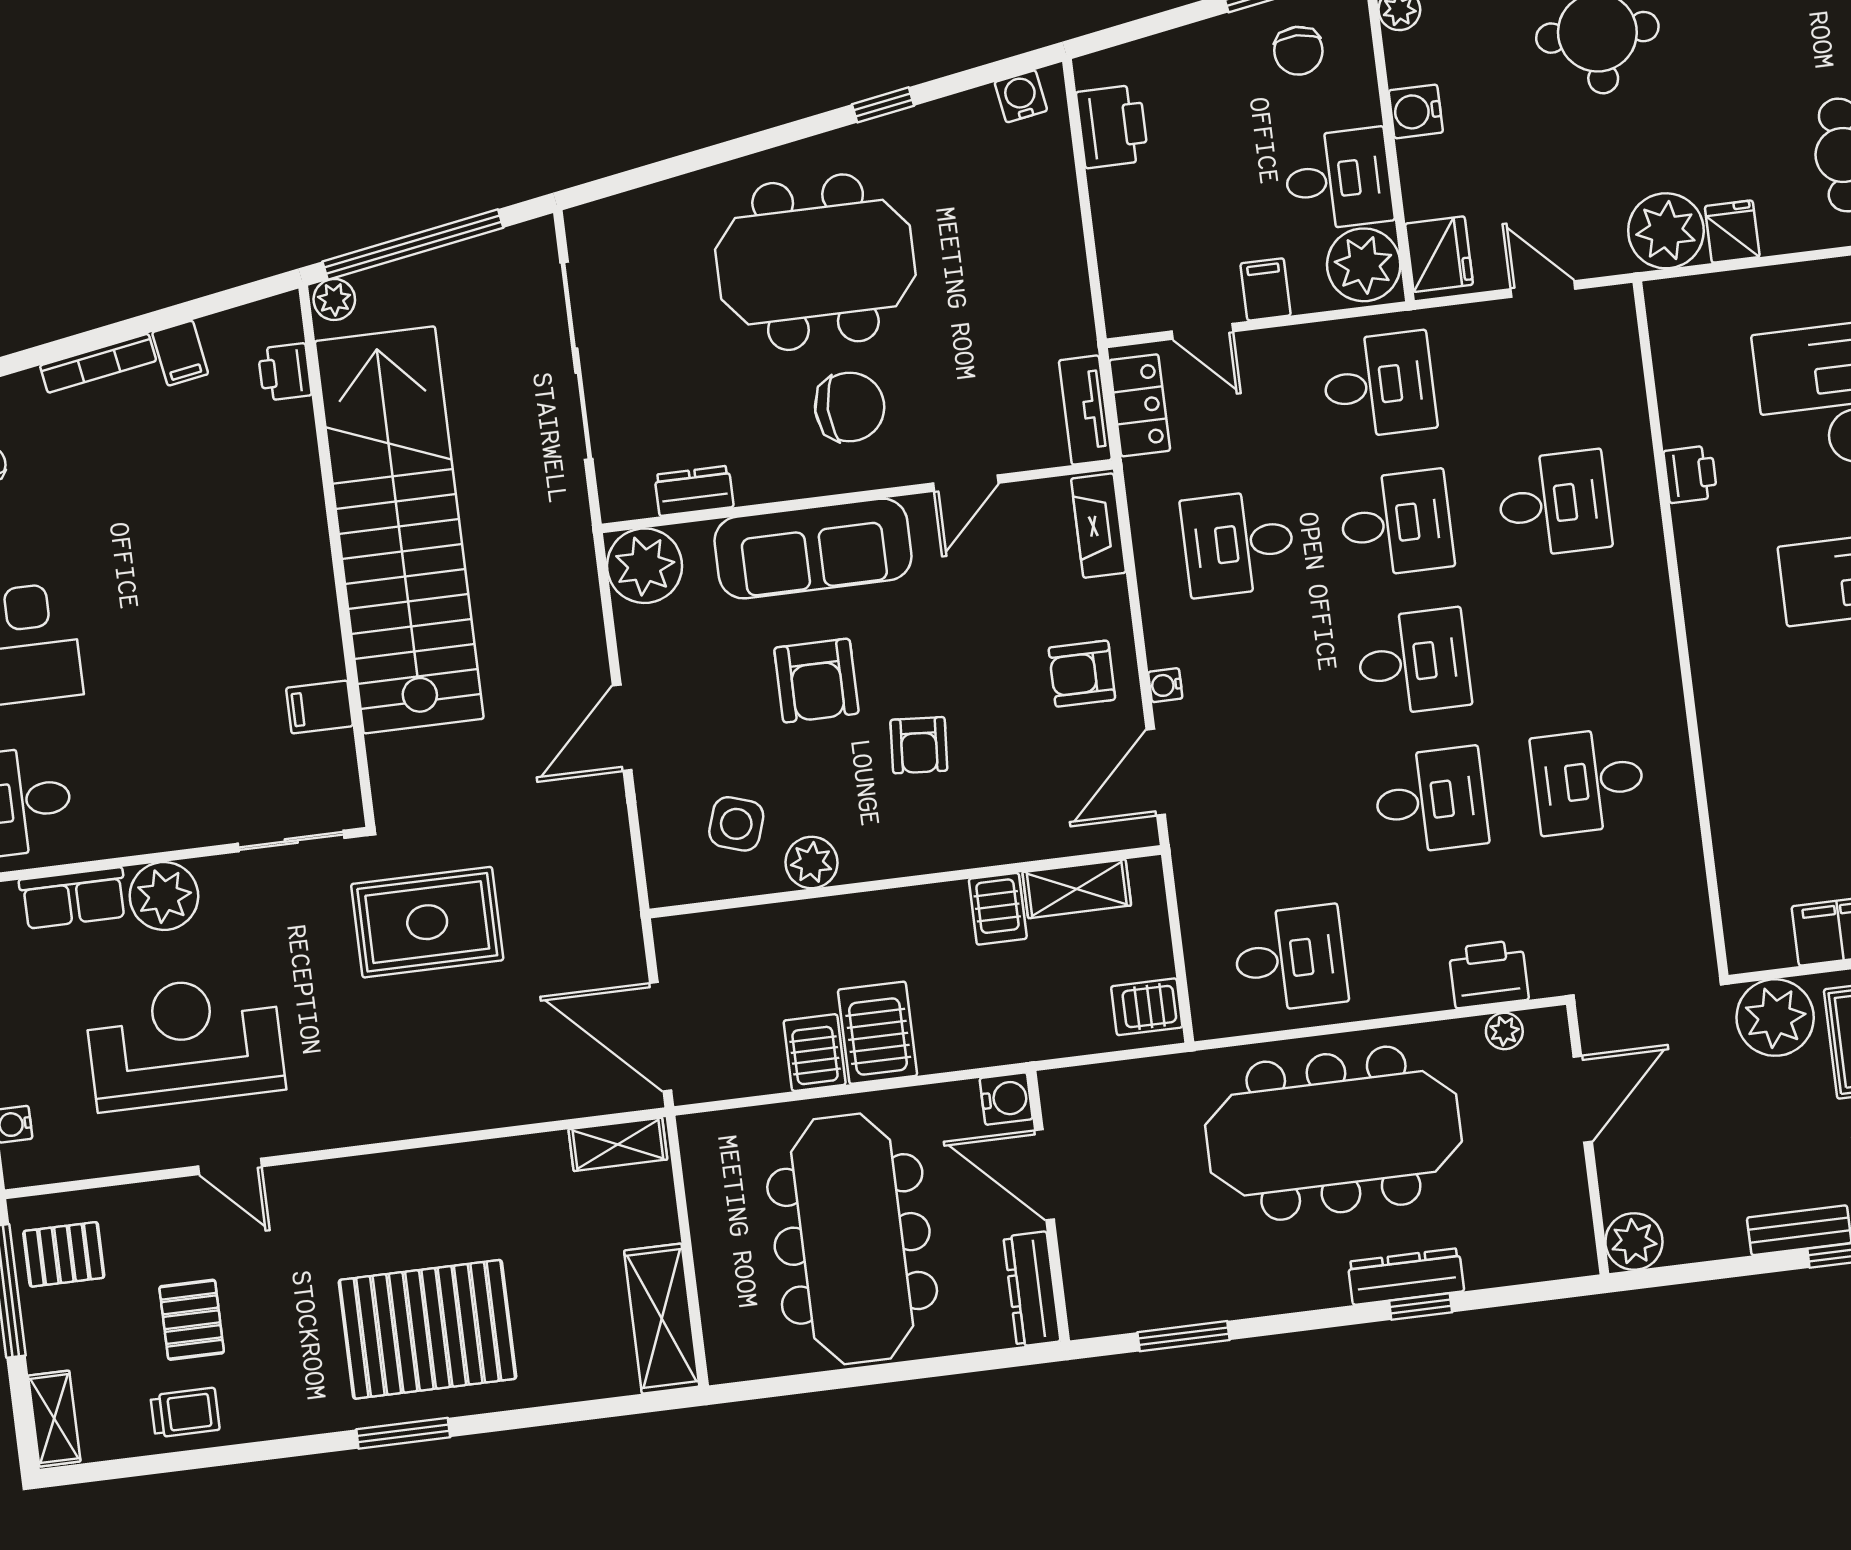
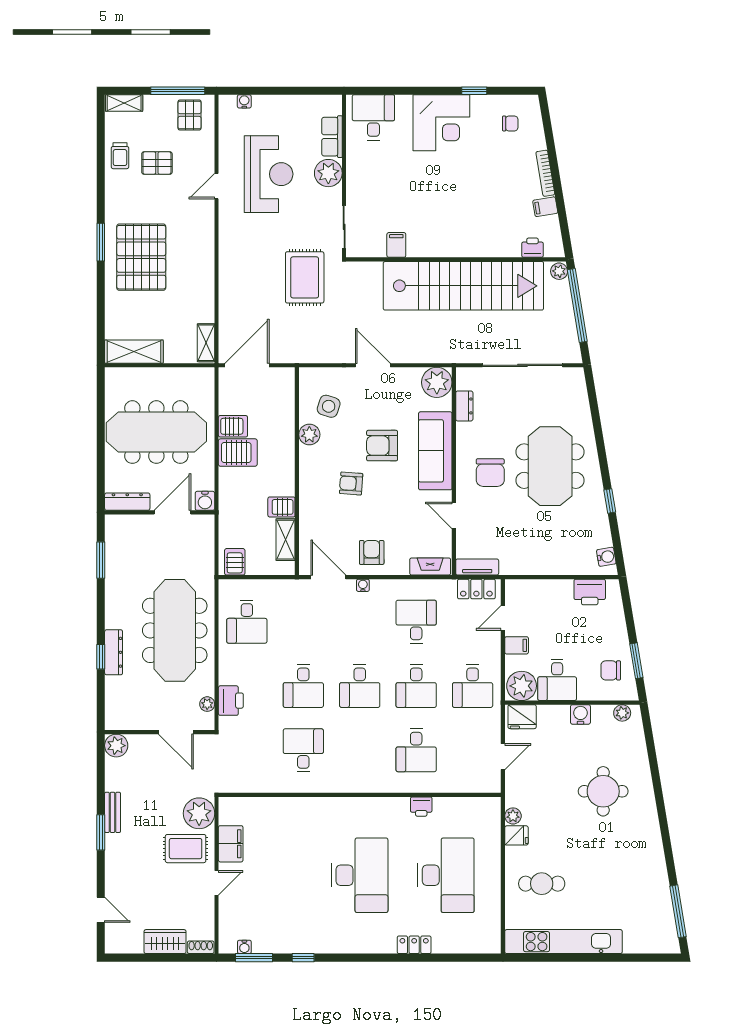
plant: (1666, 231) -> (513, 816), width x0.53, depth x0.53

